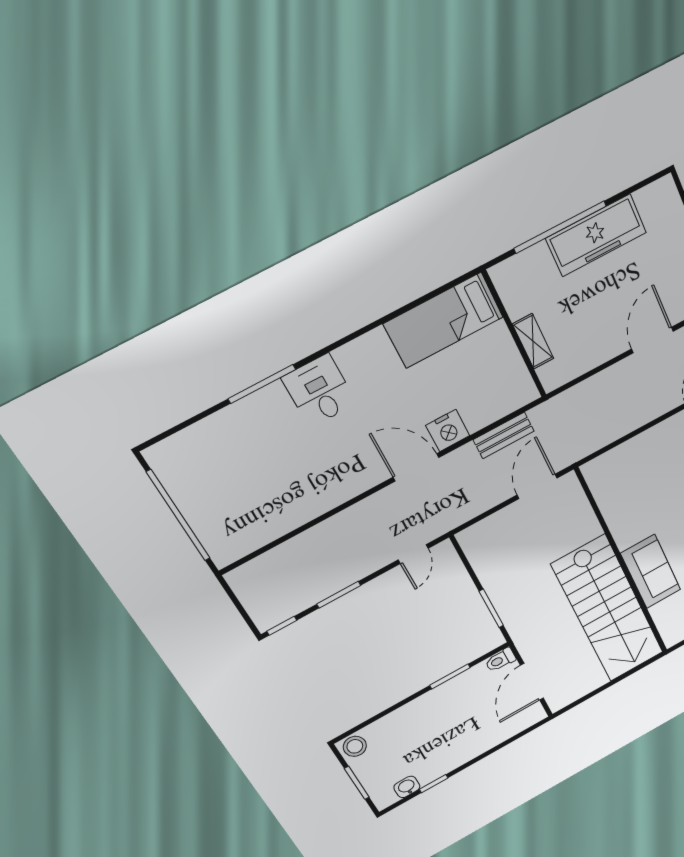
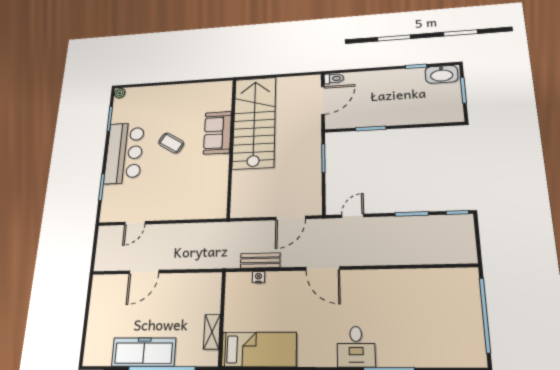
shelving: (533, 341) -> (212, 332), moved
nightstand: (448, 431) -> (258, 277), moved, width x0.53, depth x0.56
door: (537, 486) -> (291, 218), moved
toilet: (501, 660) -> (334, 79), moved
stool: (355, 746) -> (452, 114), removed
washbasin: (407, 787) -> (442, 74), width x1.91, depth x1.45

